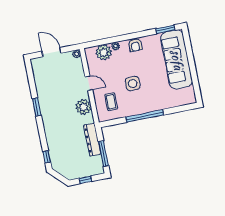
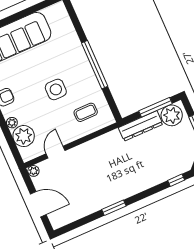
door: (52, 52) -> (38, 204), swing flipped
door: (89, 83) -> (55, 152), moved
plant: (83, 107) -> (172, 115), moved

